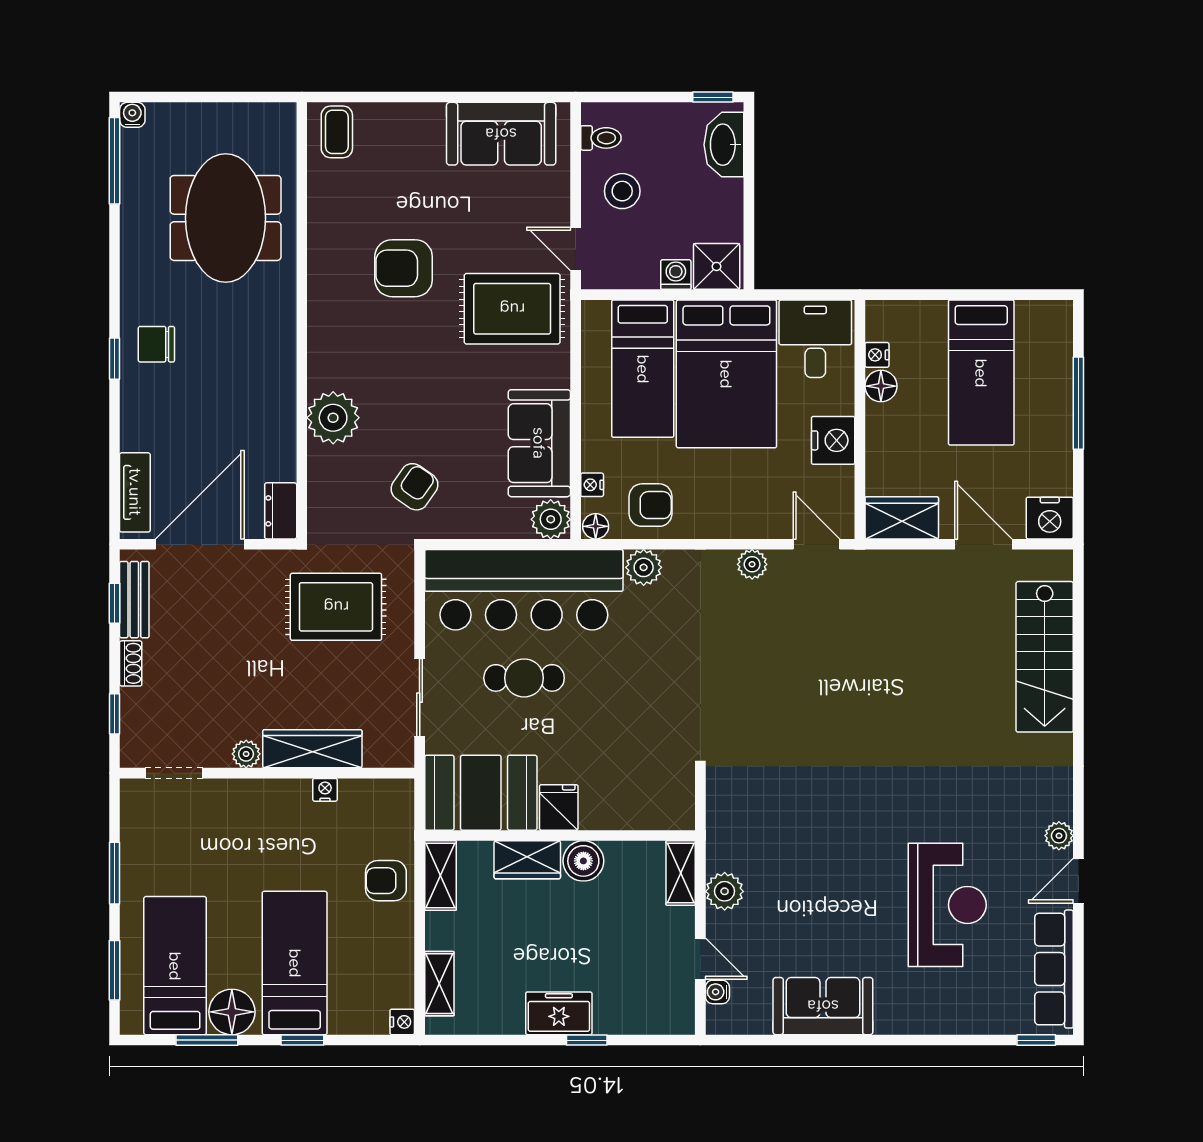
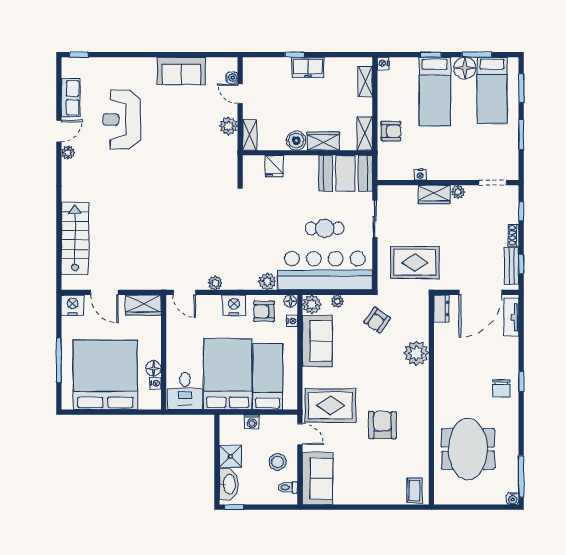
sofa: (501, 134) -> (318, 478), moved, turned 90
shower: (717, 266) -> (230, 456), moved
armchair: (404, 268) -> (383, 425), turned -90
chair: (156, 344) -> (501, 388), turned 90
bed: (981, 373) -> (105, 375), width x2.04
nightstand: (833, 440) -> (234, 305), moved, turned 90
plant: (498, 526) -> (337, 301), added
wardrobe: (312, 749) -> (434, 194), width x0.67
fridge: (559, 807) -> (274, 166), moved
row of seats: (1054, 969) -> (70, 98), width x0.68

